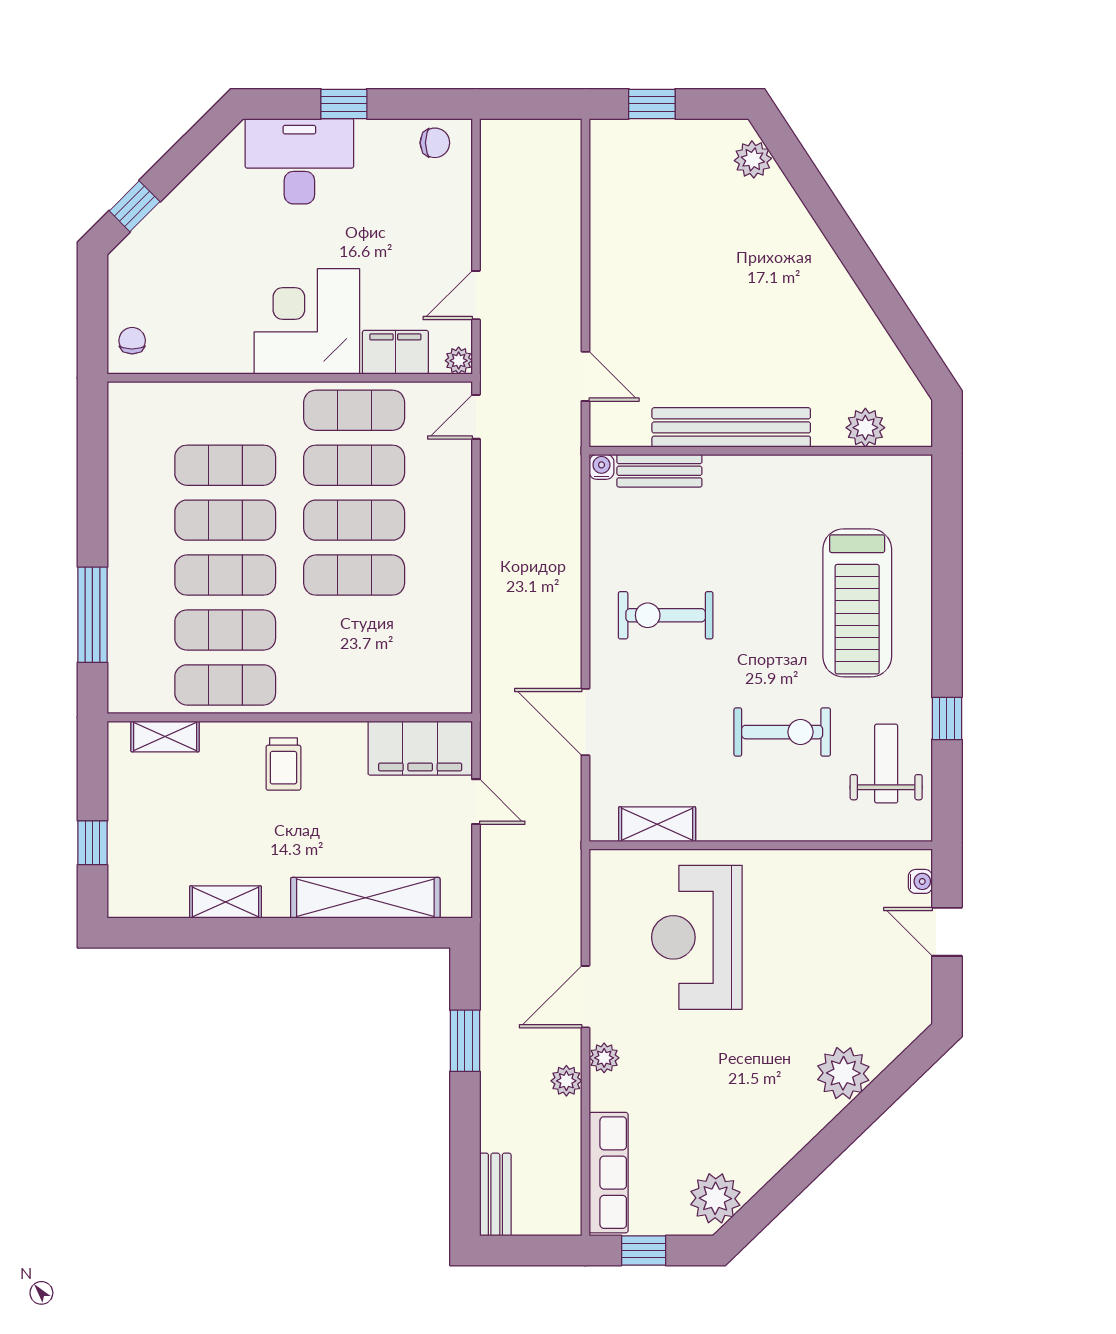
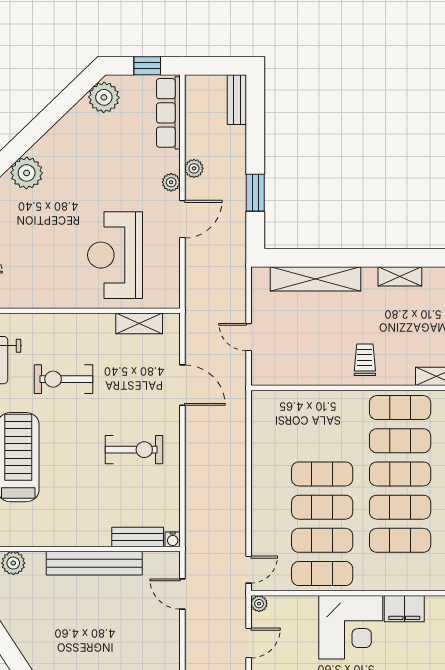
filing cabinet: (395, 352) -> (404, 609), moved
filing cabinet: (420, 748) -> (282, 369), removed
reception desk: (697, 937) -> (115, 255), turned 180

